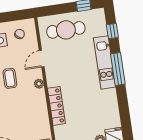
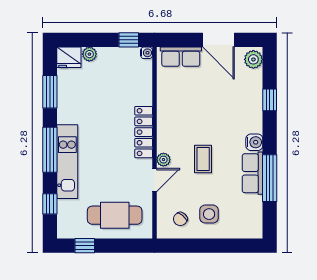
plant: (39, 84) -> (163, 160), moved
locker: (56, 106) -> (144, 132), moved
window: (124, 109) -> (50, 92), added

